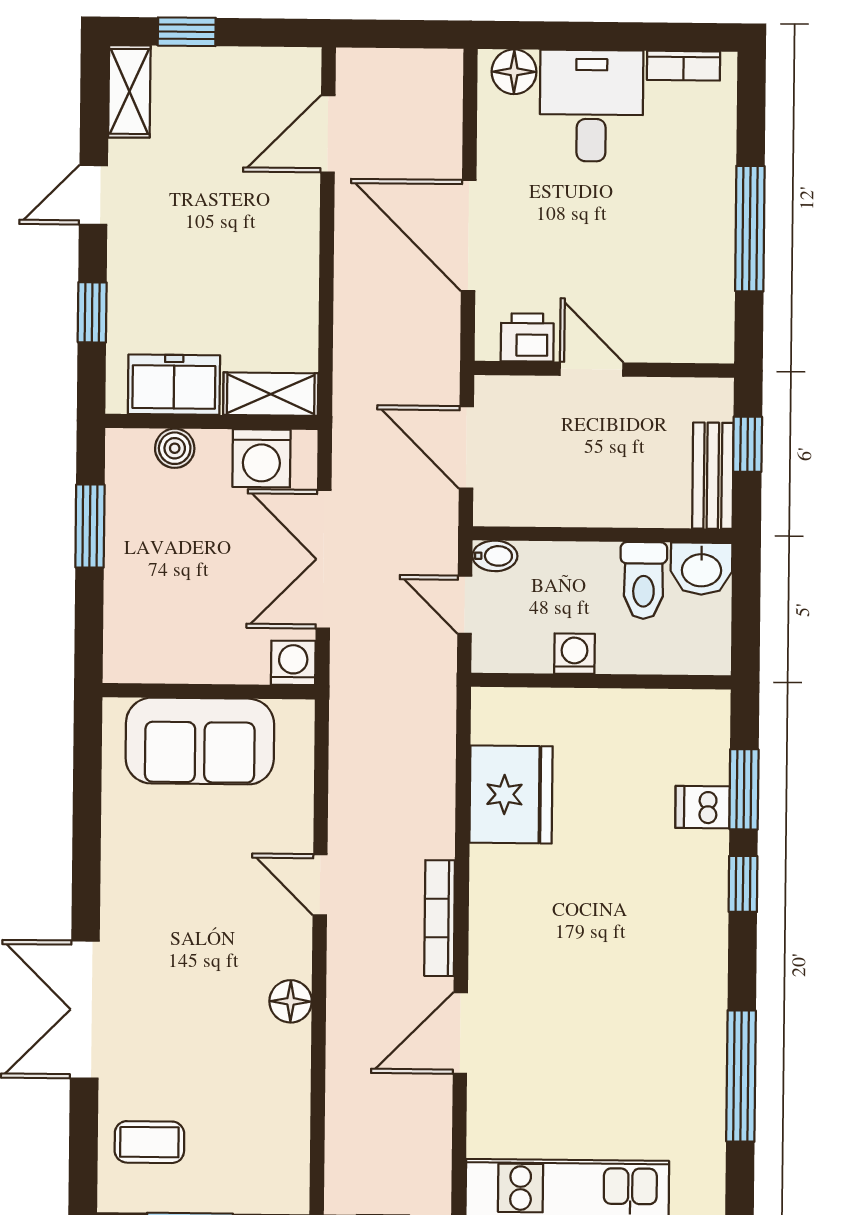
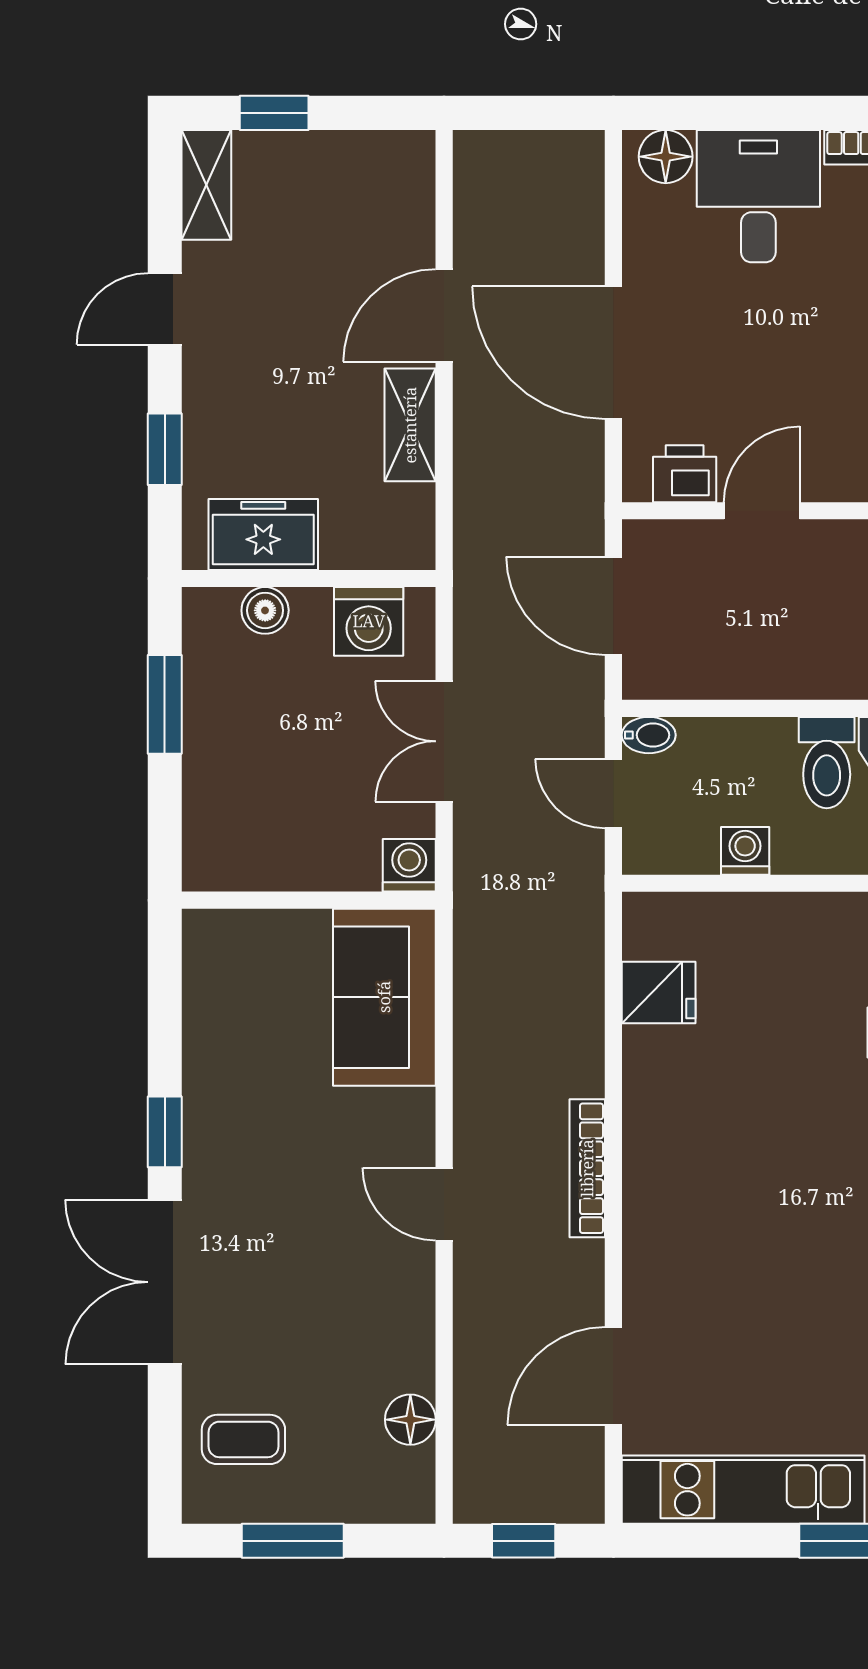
door: (328, 134) -> (444, 316), moved
door: (592, 369) -> (762, 511), hinge flipped
shelving: (271, 394) -> (410, 425), moved, turned 90
double door: (323, 559) -> (444, 741), width x0.73
sofa: (200, 741) -> (384, 997), moved, turned 90
fridge: (511, 794) -> (659, 993), width x0.53, depth x0.75
window: (86, 884) -> (165, 1132), added
door: (320, 885) -> (444, 1204), moved
floor lamp: (291, 1001) -> (410, 1420), moved
door: (460, 1033) -> (613, 1376), moved

